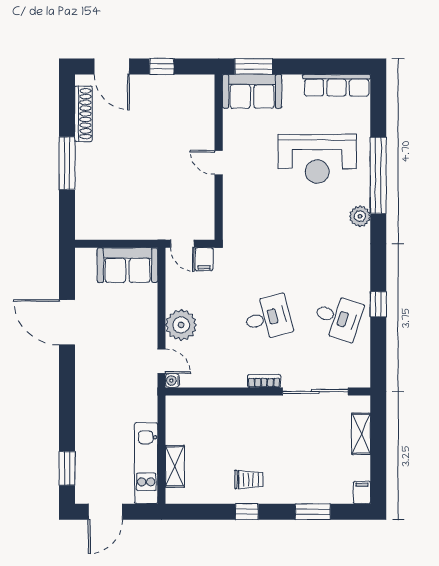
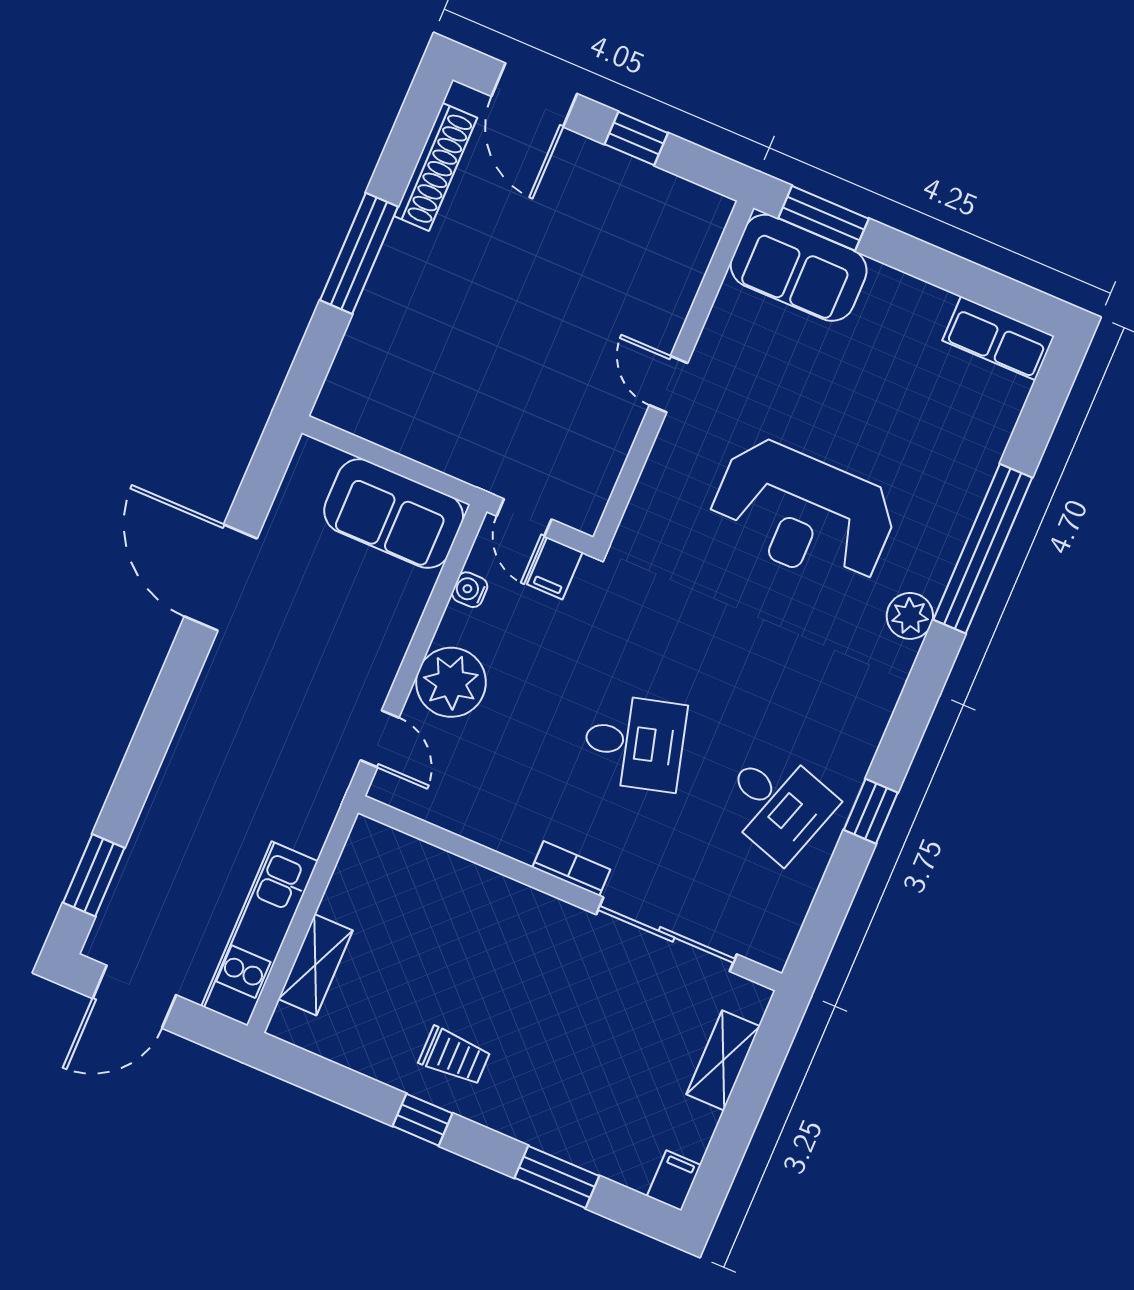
row of seats: (337, 85) -> (998, 338), width x0.68
reception desk: (317, 159) -> (803, 513), moved
water cooler: (173, 381) -> (470, 590), moved

